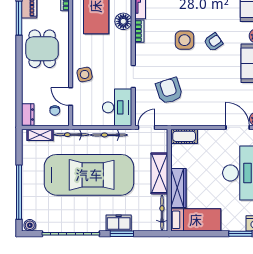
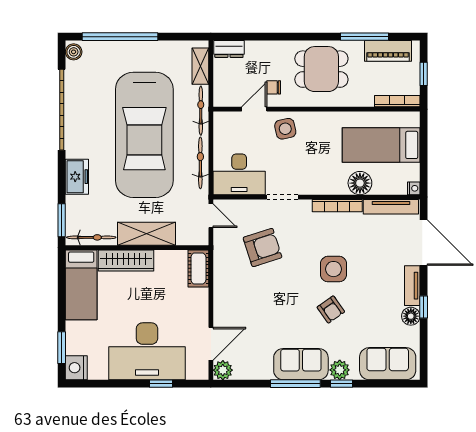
bookcase: (139, 31) -> (337, 206), width x1.56
chair: (55, 111) -> (274, 87), moved
window: (122, 234) -> (62, 220), moved

